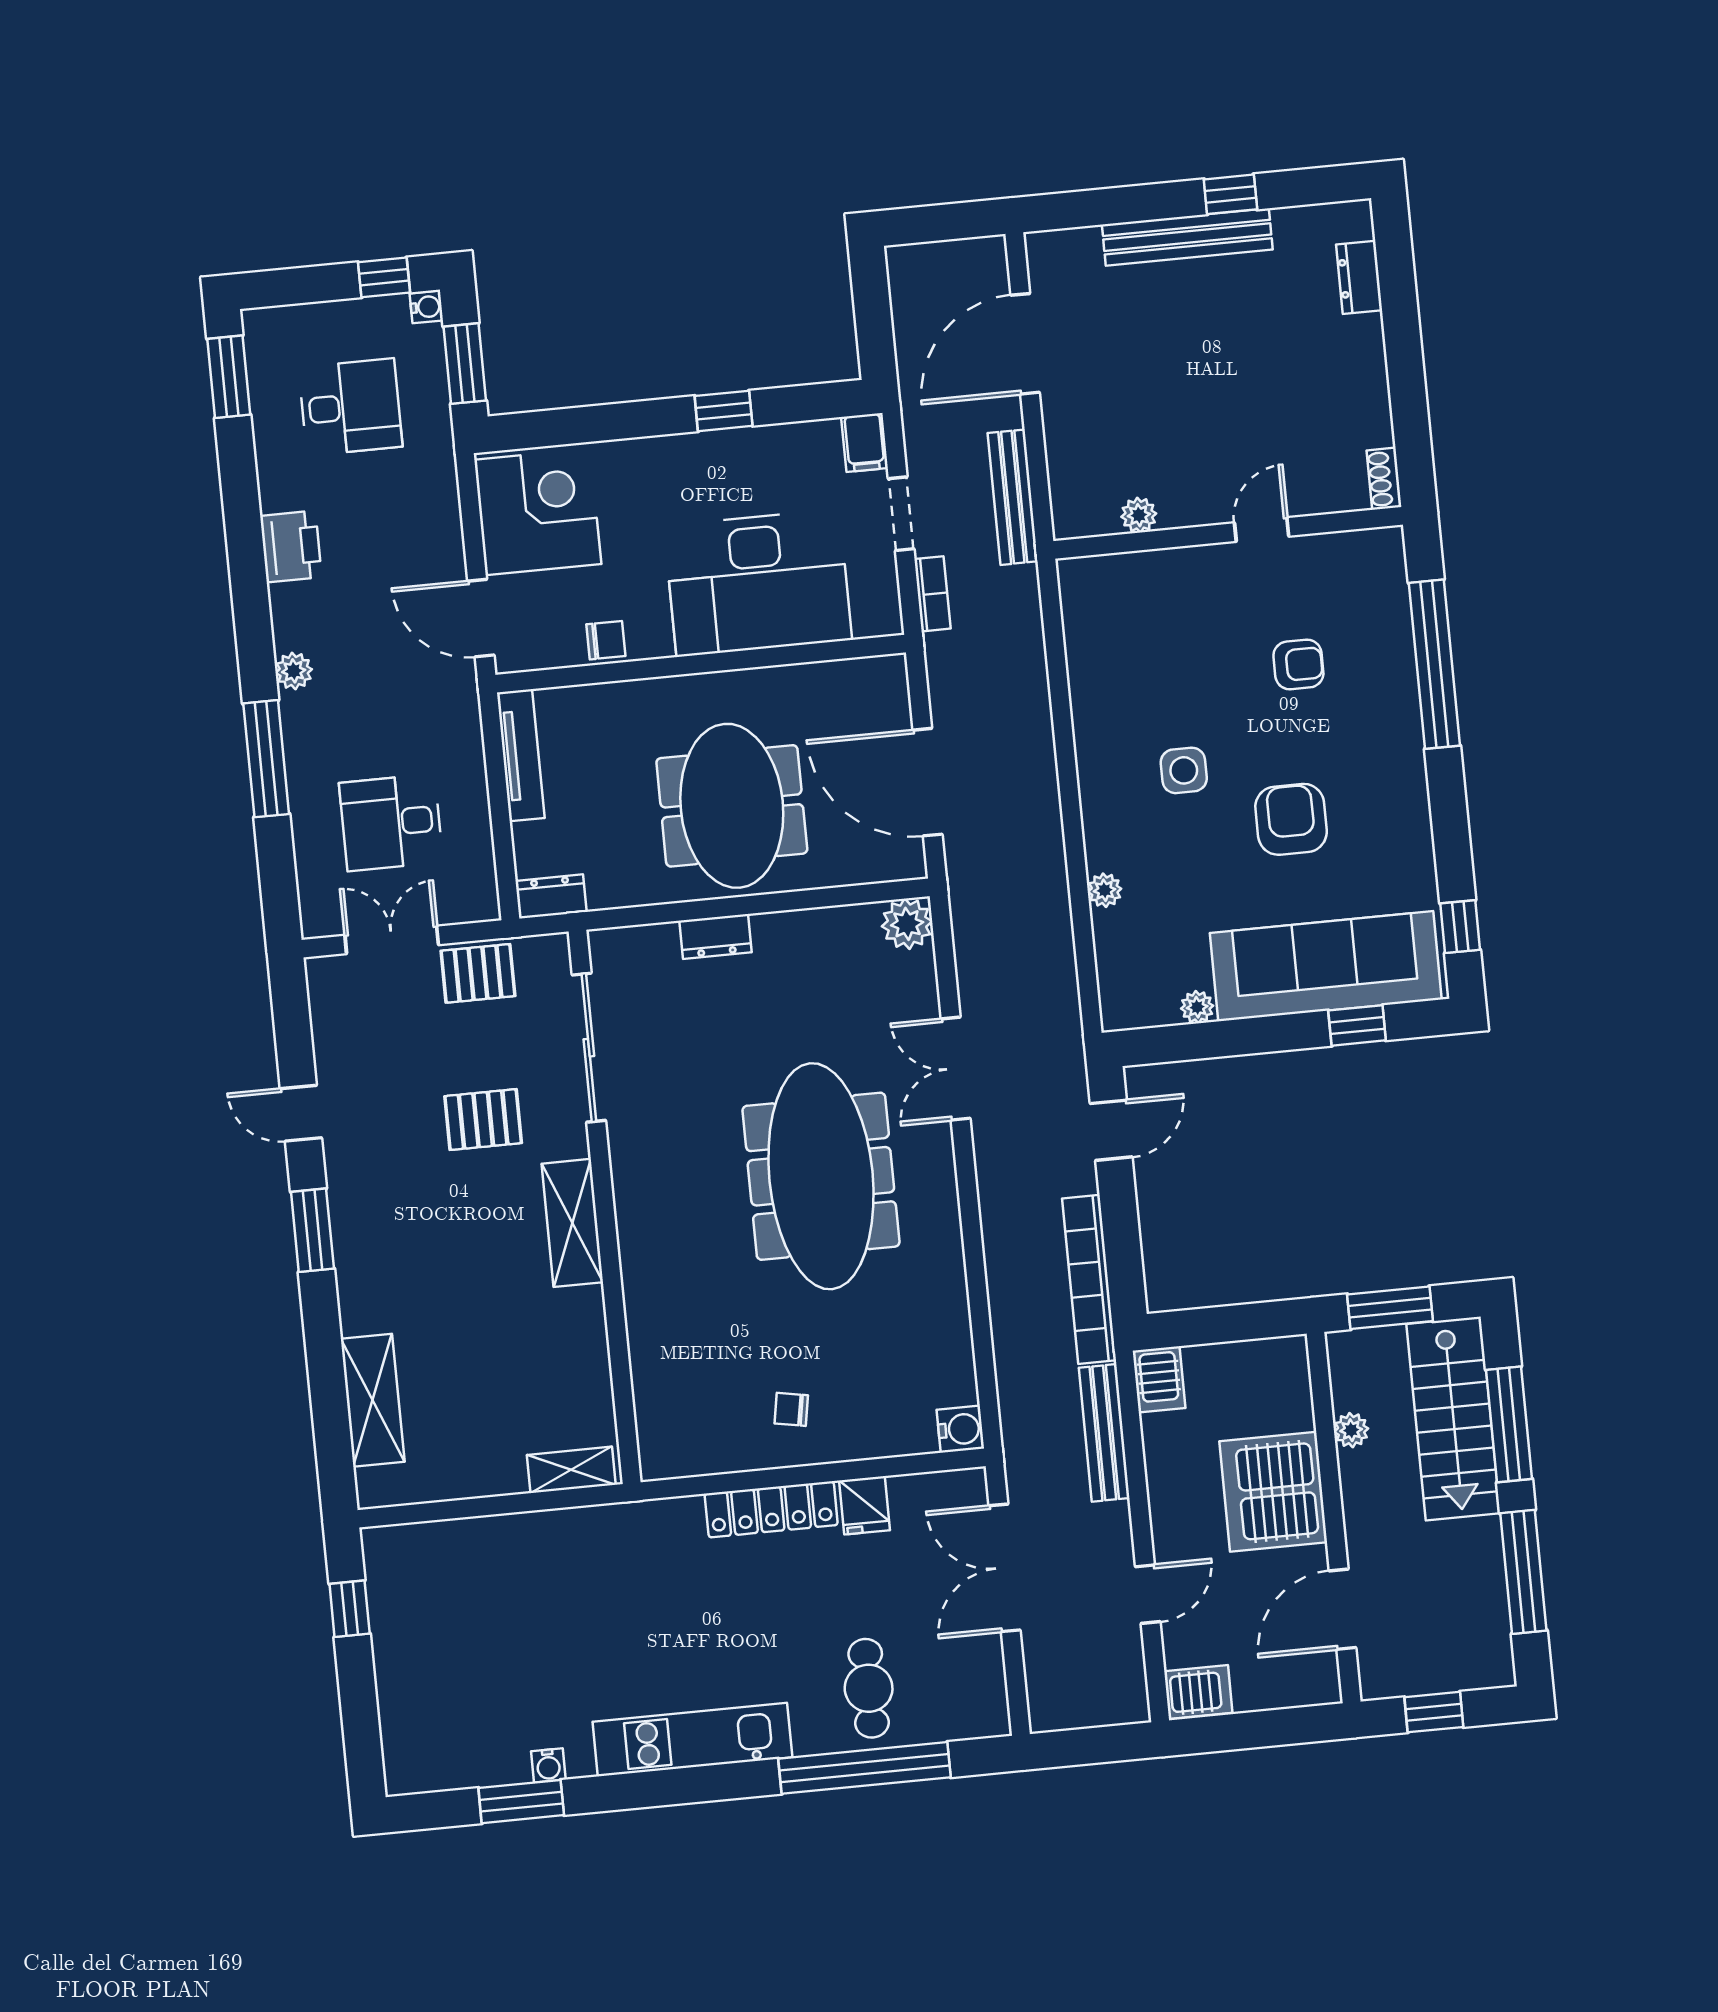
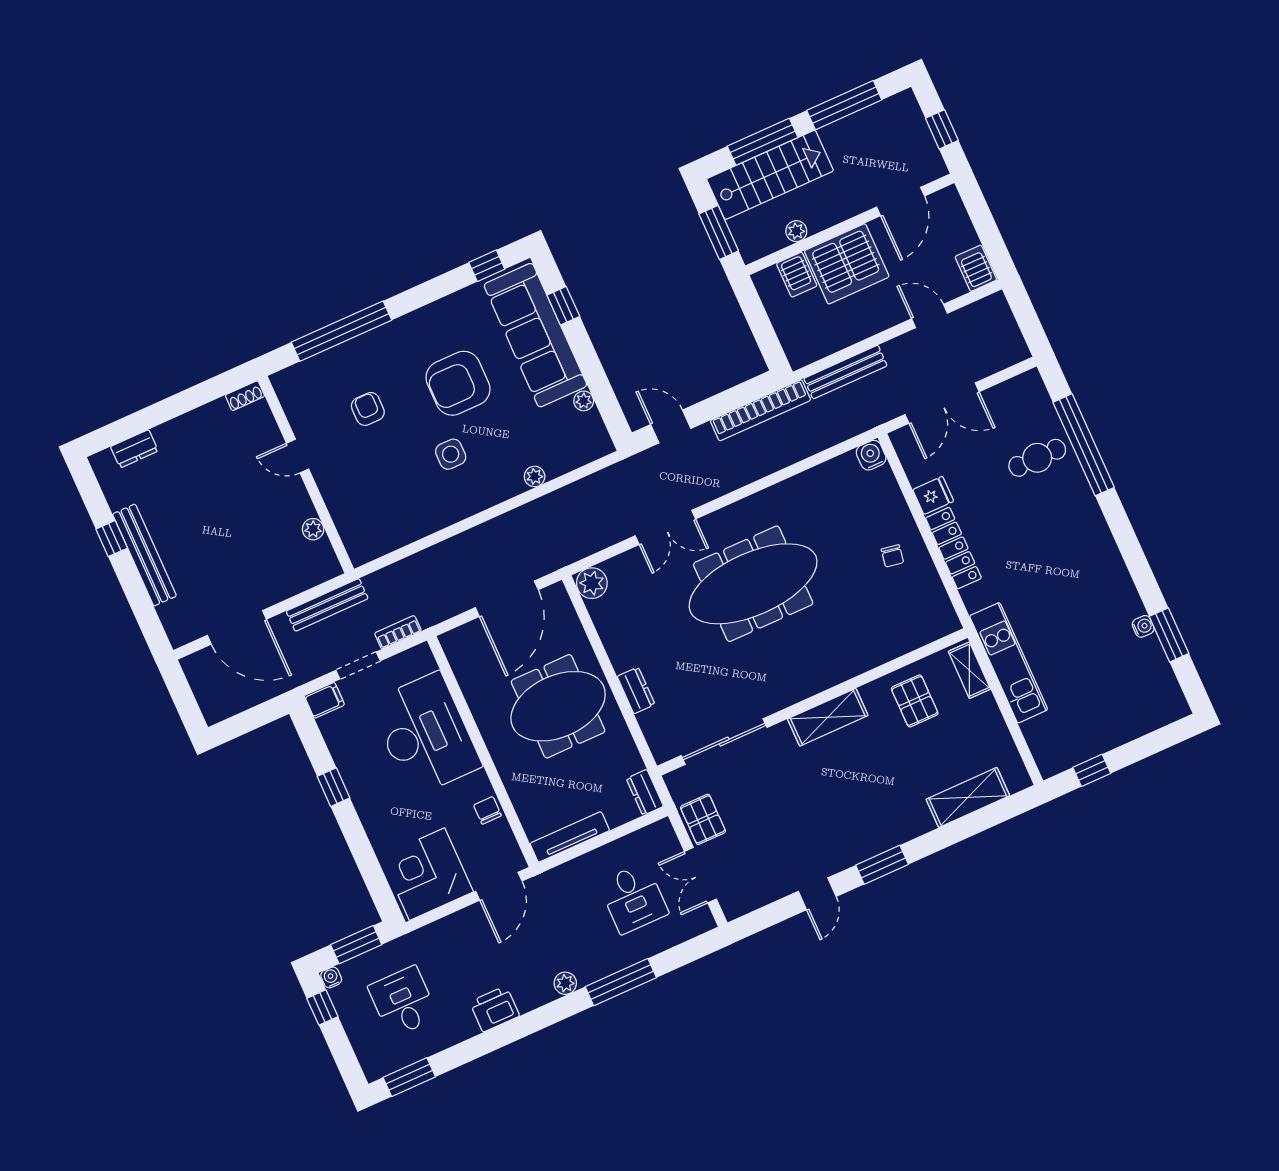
armchair: (1291, 819) -> (458, 383), width x1.36, depth x1.36
pallet: (483, 1120) -> (915, 701), moved
server rack: (1159, 1379) -> (797, 275), moved, turned 90
door: (1343, 1609) -> (901, 202), hinge flipped
kitchen unit: (692, 1740) -> (1009, 663), moved, turned 180

